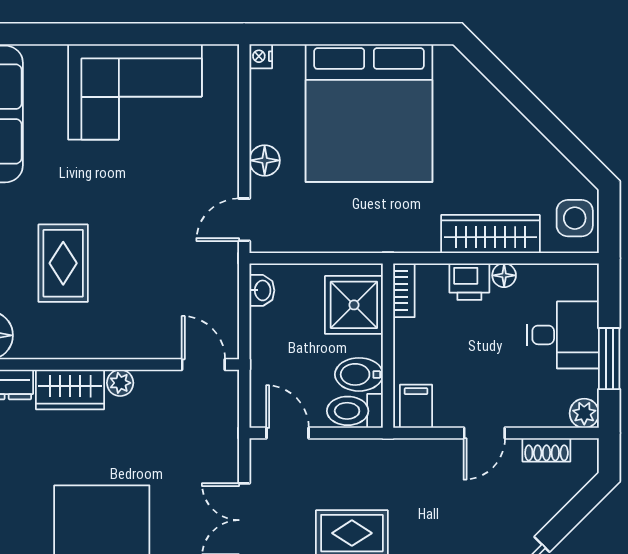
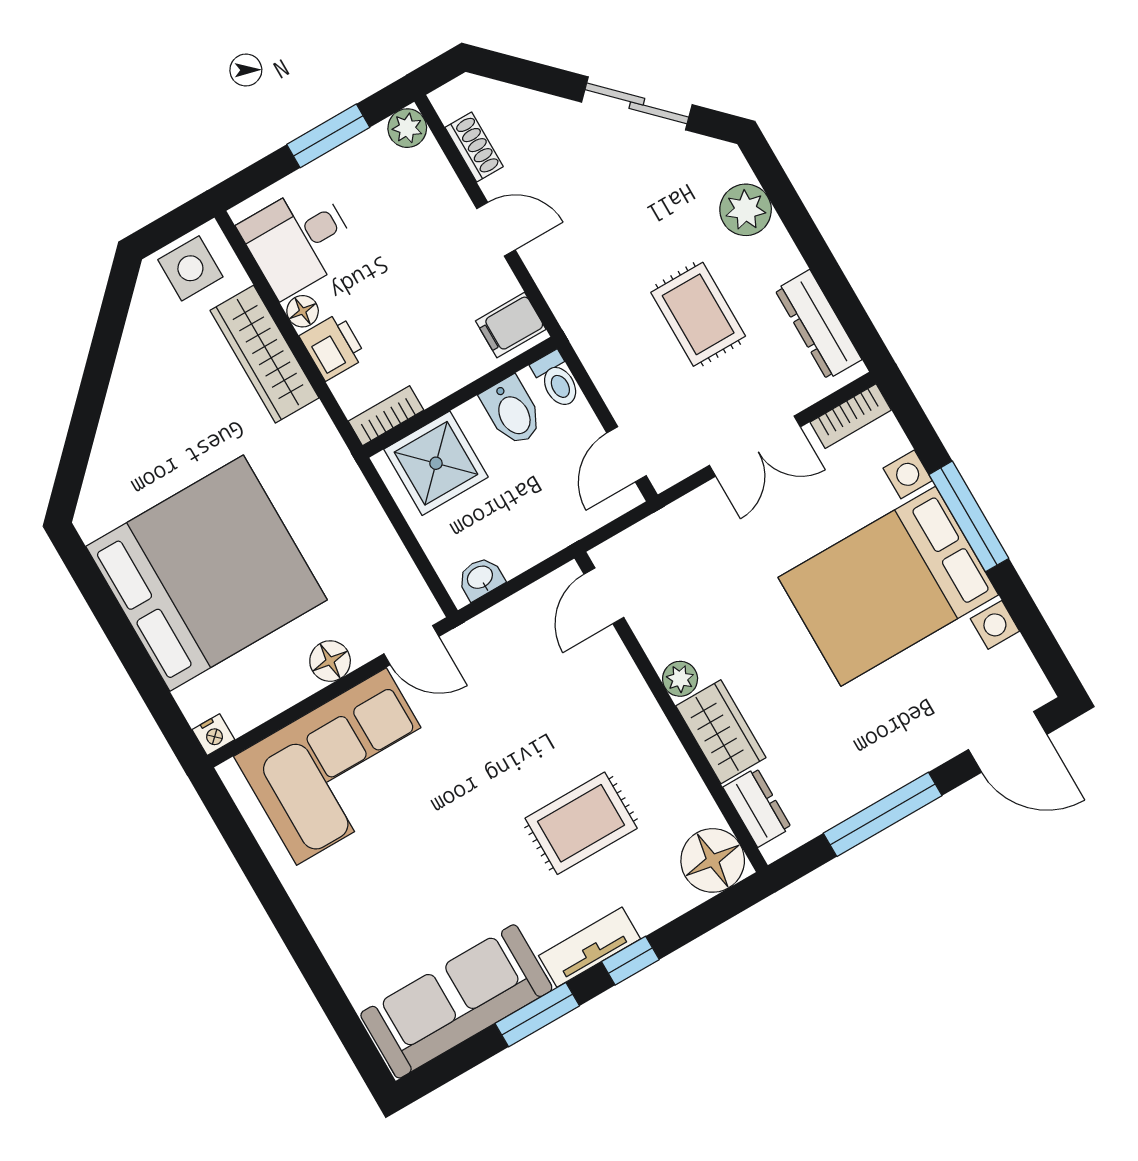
corner sofa: (135, 92) -> (341, 766), moved, turned 90
desk: (563, 335) -> (298, 240), moved, turned -90
toilet: (355, 411) -> (557, 380), width x0.73, depth x0.72

